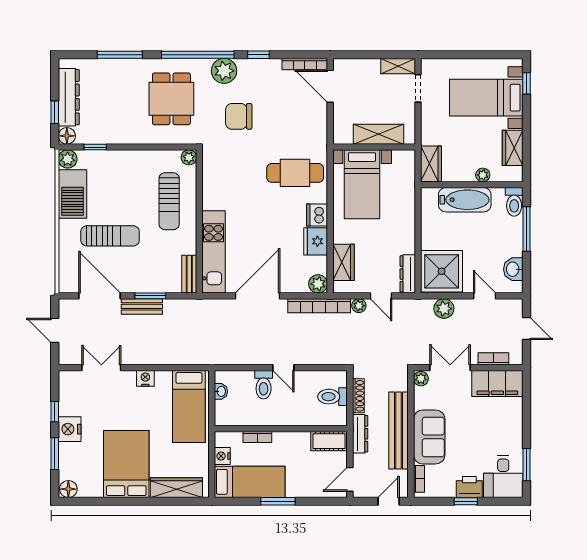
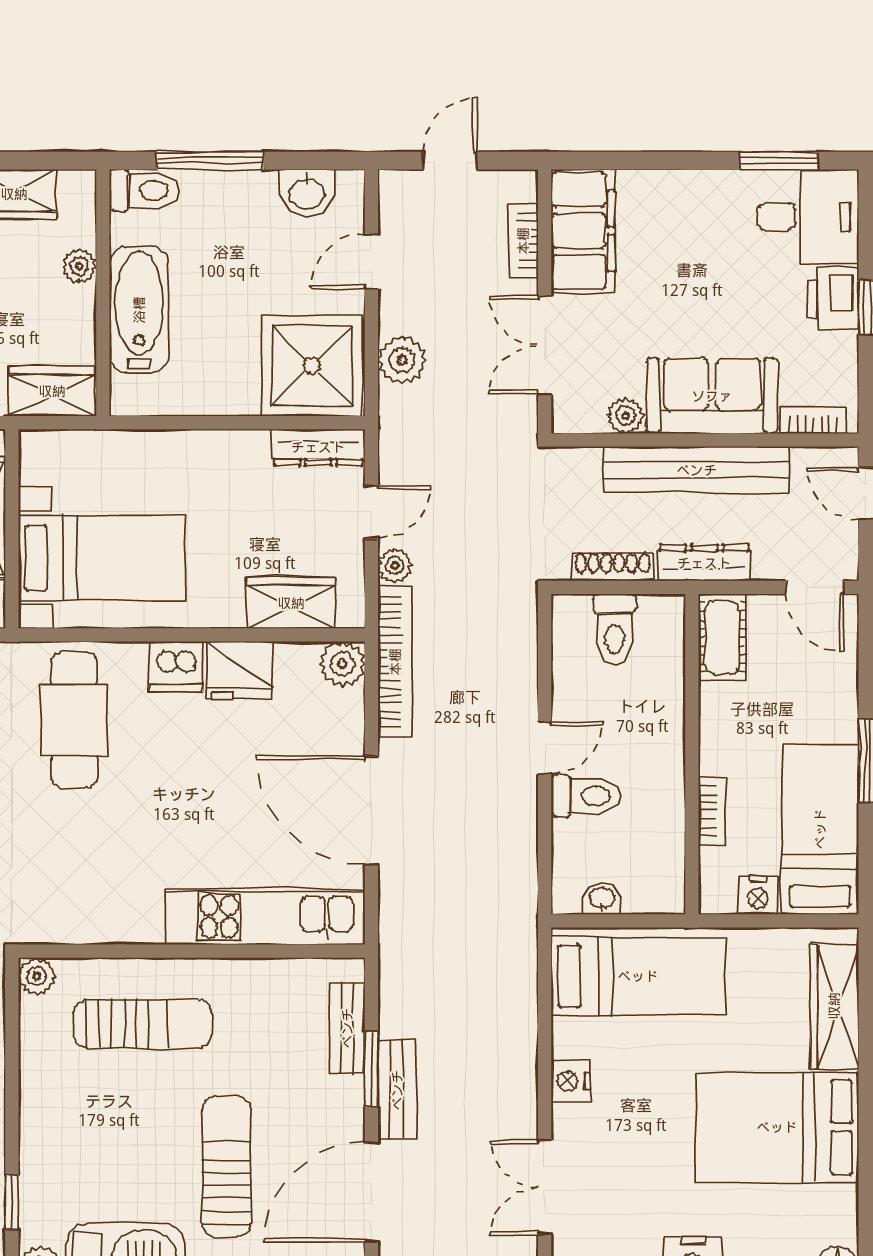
bench: (189, 274) -> (347, 1028), moved, turned 90
plant: (421, 379) -> (625, 416), moved

